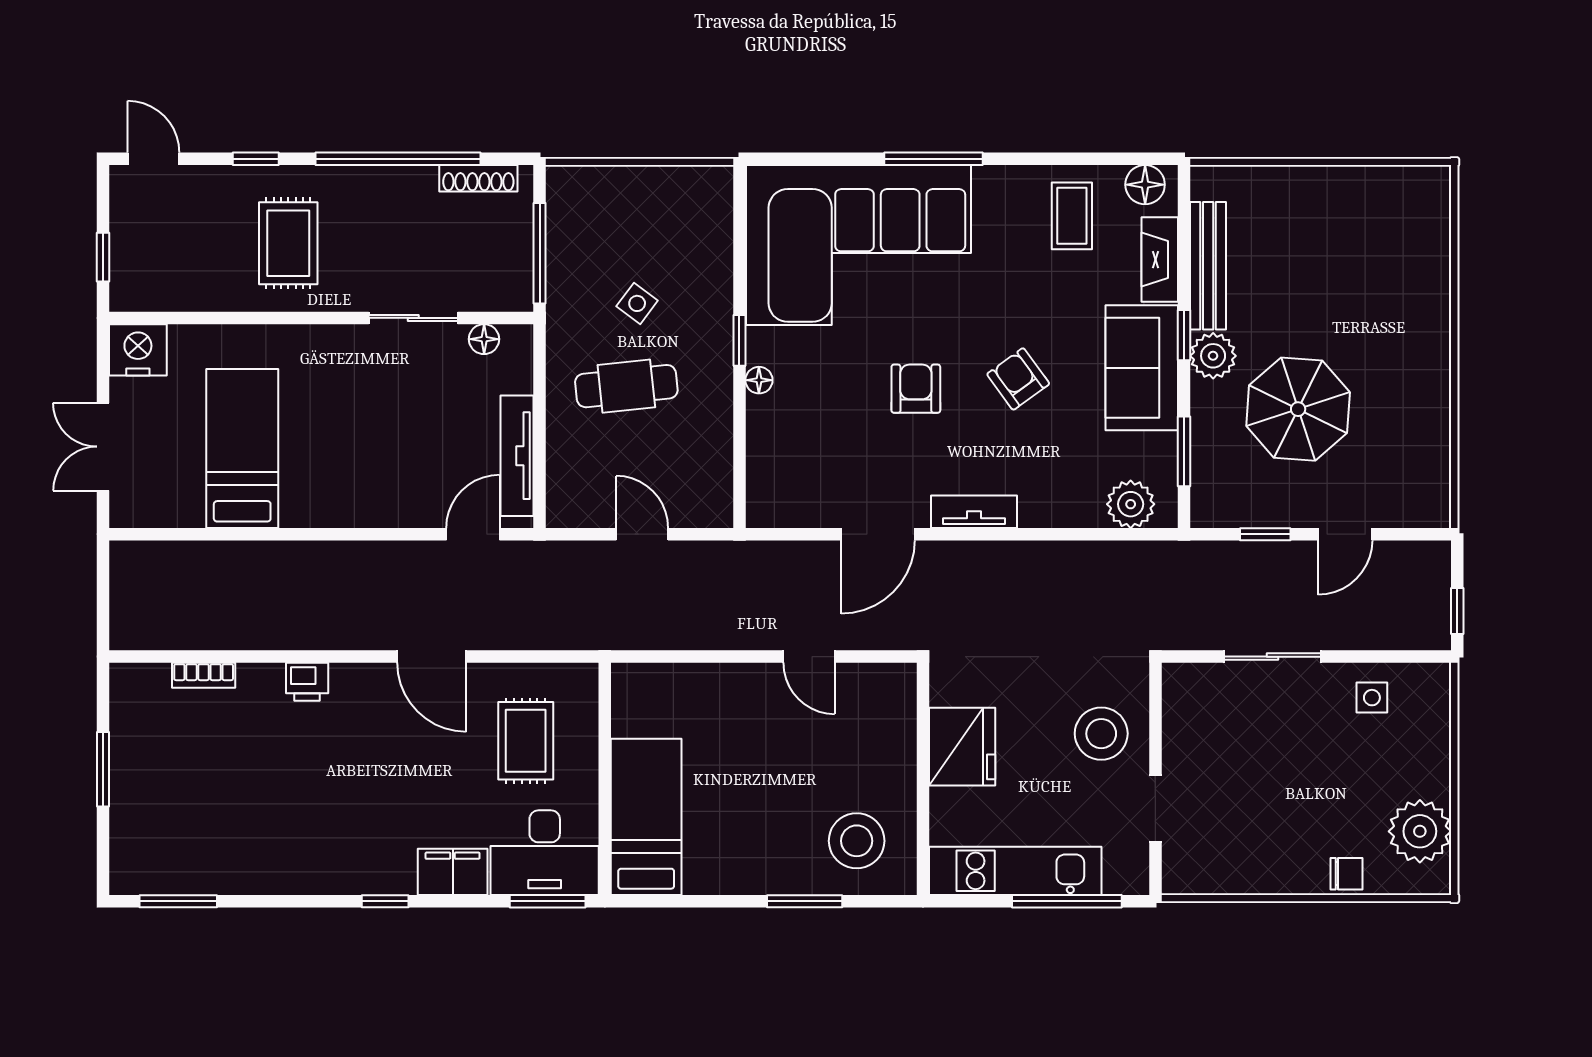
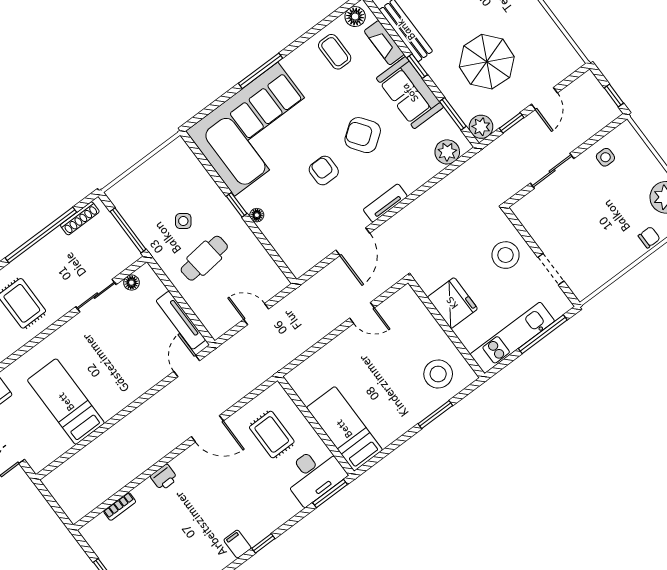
plant: (1213, 356) -> (481, 127), moved
armchair: (1018, 379) -> (363, 135), width x1.38, depth x1.38
filing cabinet: (453, 872) -> (237, 544), moved, width x0.50

